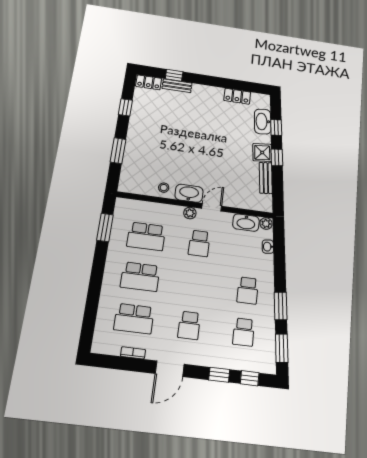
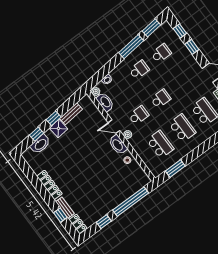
locker: (237, 96) -> (49, 185), moved, width x1.53
window: (118, 151) -> (131, 202), width x2.11
window: (281, 306) -> (131, 47), width x1.44
school desk: (189, 325) -> (161, 99), moved

